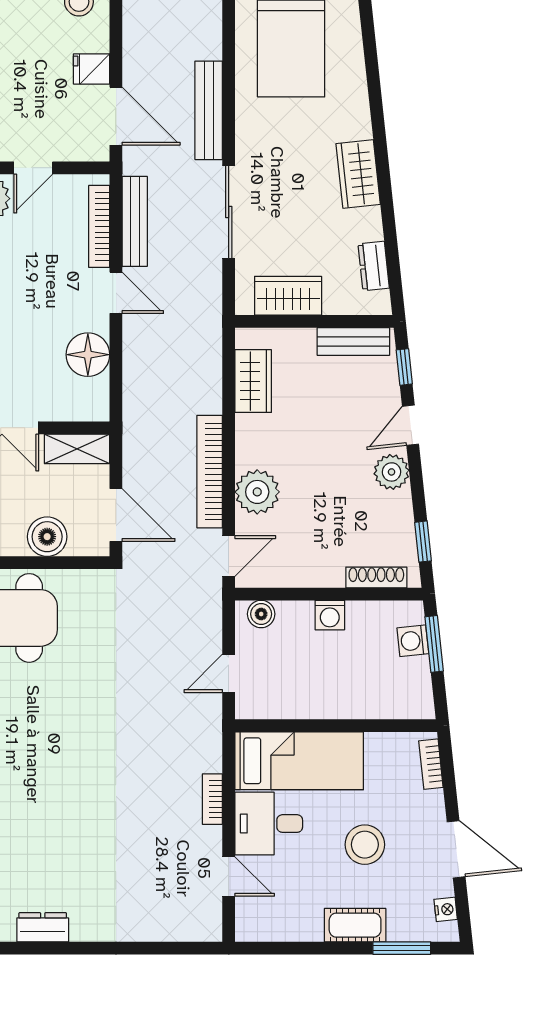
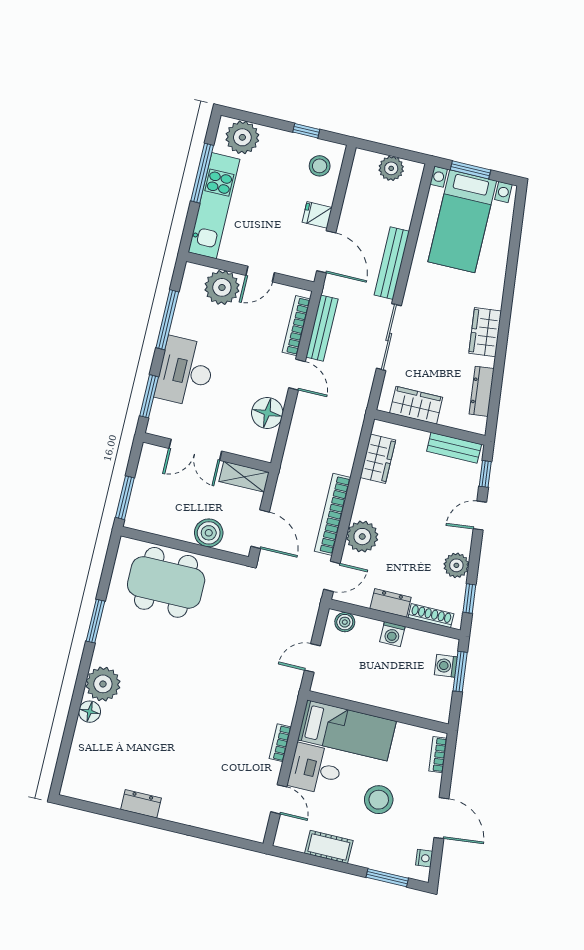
dresser: (374, 266) -> (482, 391), width x1.44
plant: (391, 472) -> (456, 565), moved
dresser: (317, 573) -> (391, 603), added
cot: (355, 925) -> (329, 847), moved

